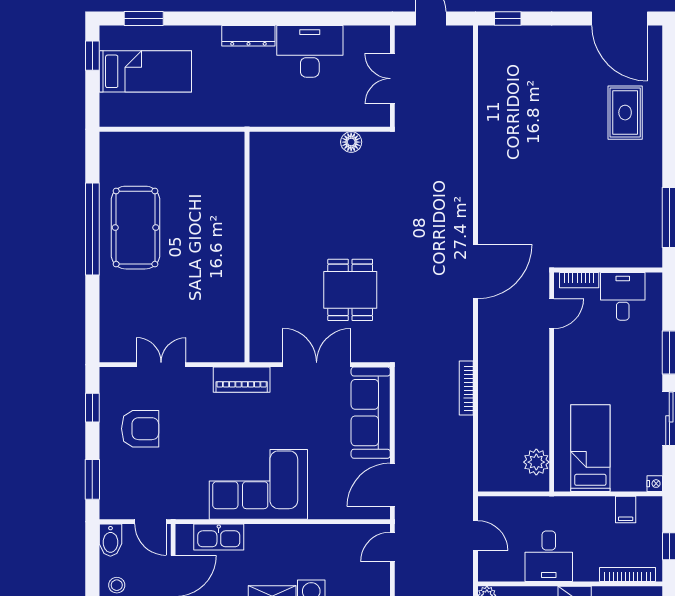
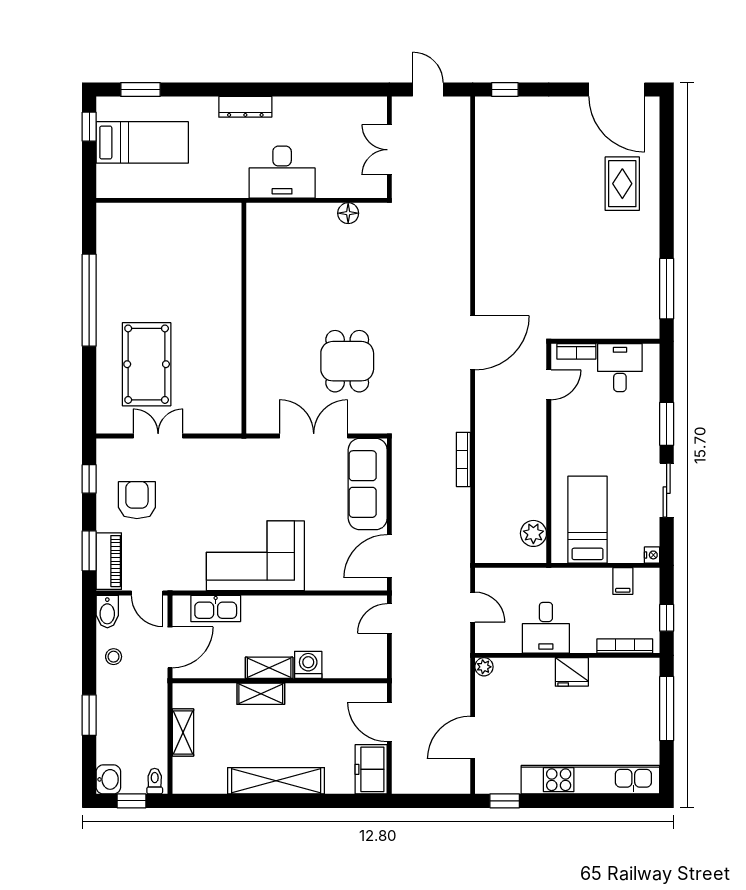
desk: (310, 51) -> (282, 172), moved, turned 180
pool table: (136, 228) -> (147, 364), moved
piano: (242, 380) -> (109, 561), moved, turned -90
armchair: (140, 429) -> (137, 500), turned -90

